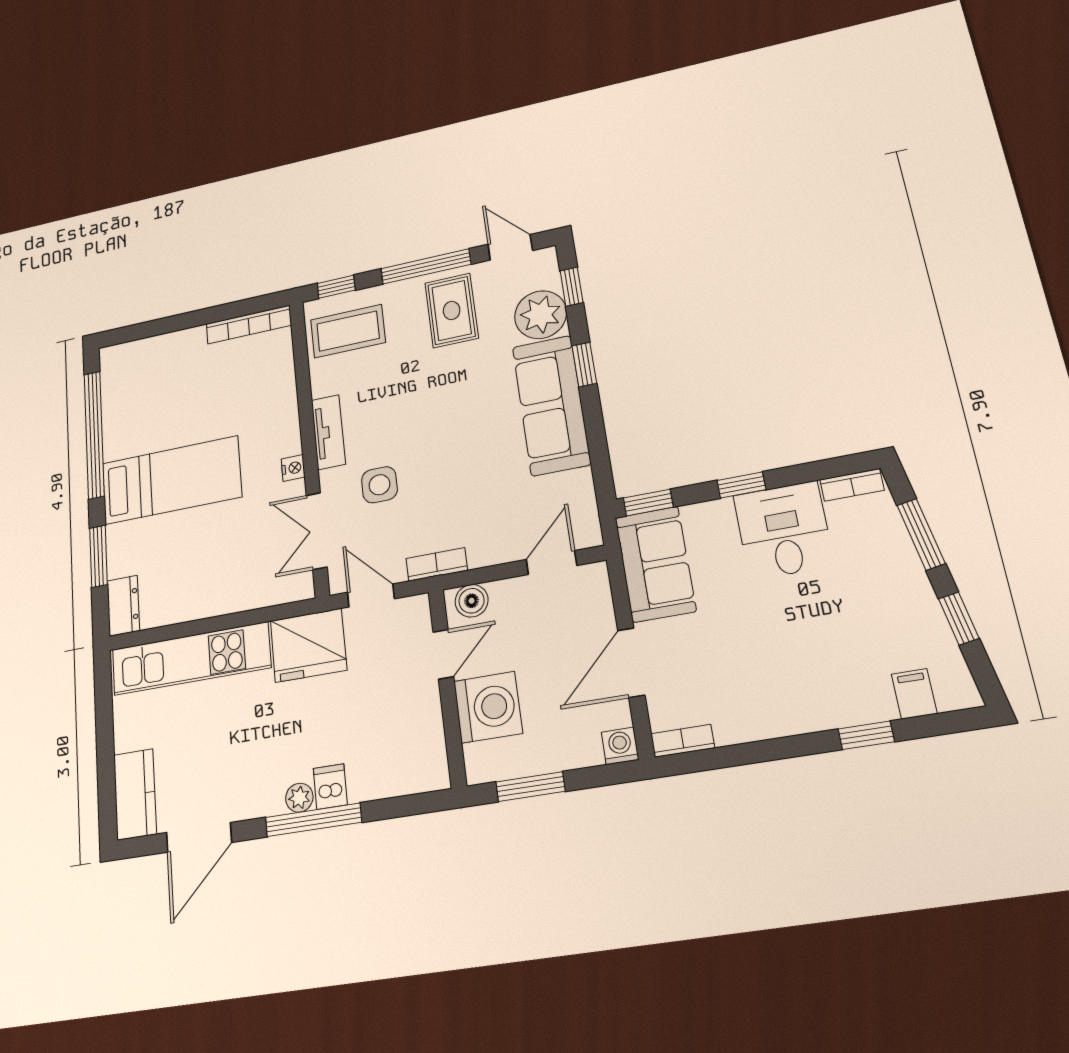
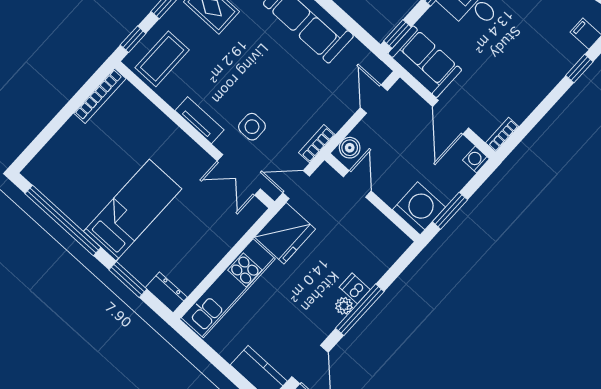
nightstand: (293, 468) -> (197, 153), removed
washing machine: (488, 707) -> (419, 208), moved

